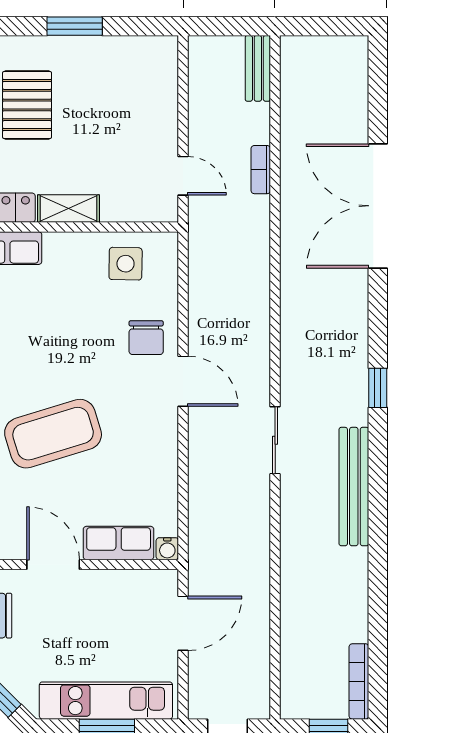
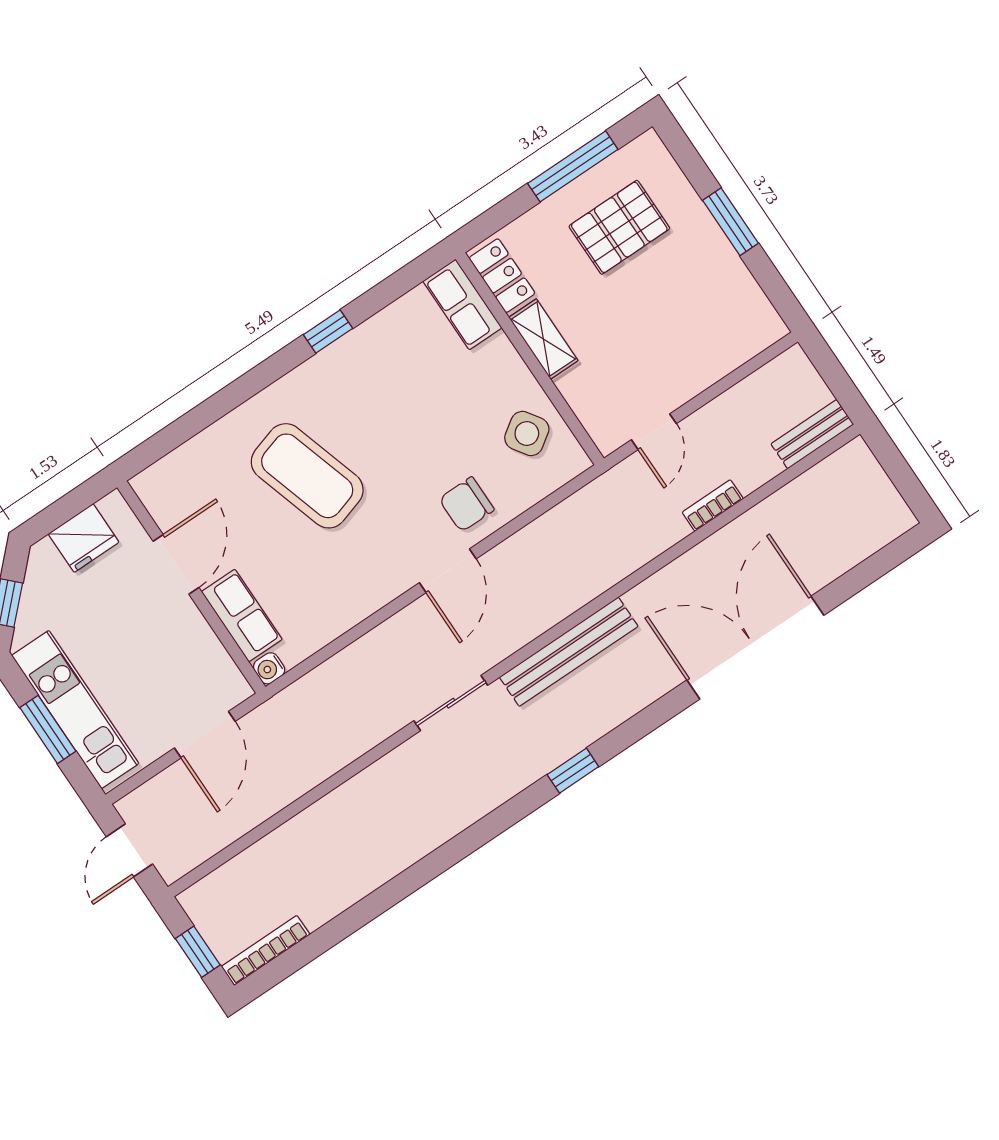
side table: (126, 264) -> (527, 433), turned -35
bench: (354, 487) -> (569, 652), moved
door: (183, 623) -> (205, 735), hinge flipped

